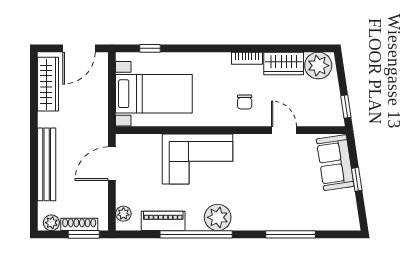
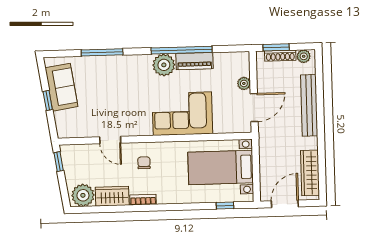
sofa: (335, 163) -> (61, 87), moved
plant: (123, 214) -> (244, 83), moved
piano: (163, 221) -> (195, 61), moved

